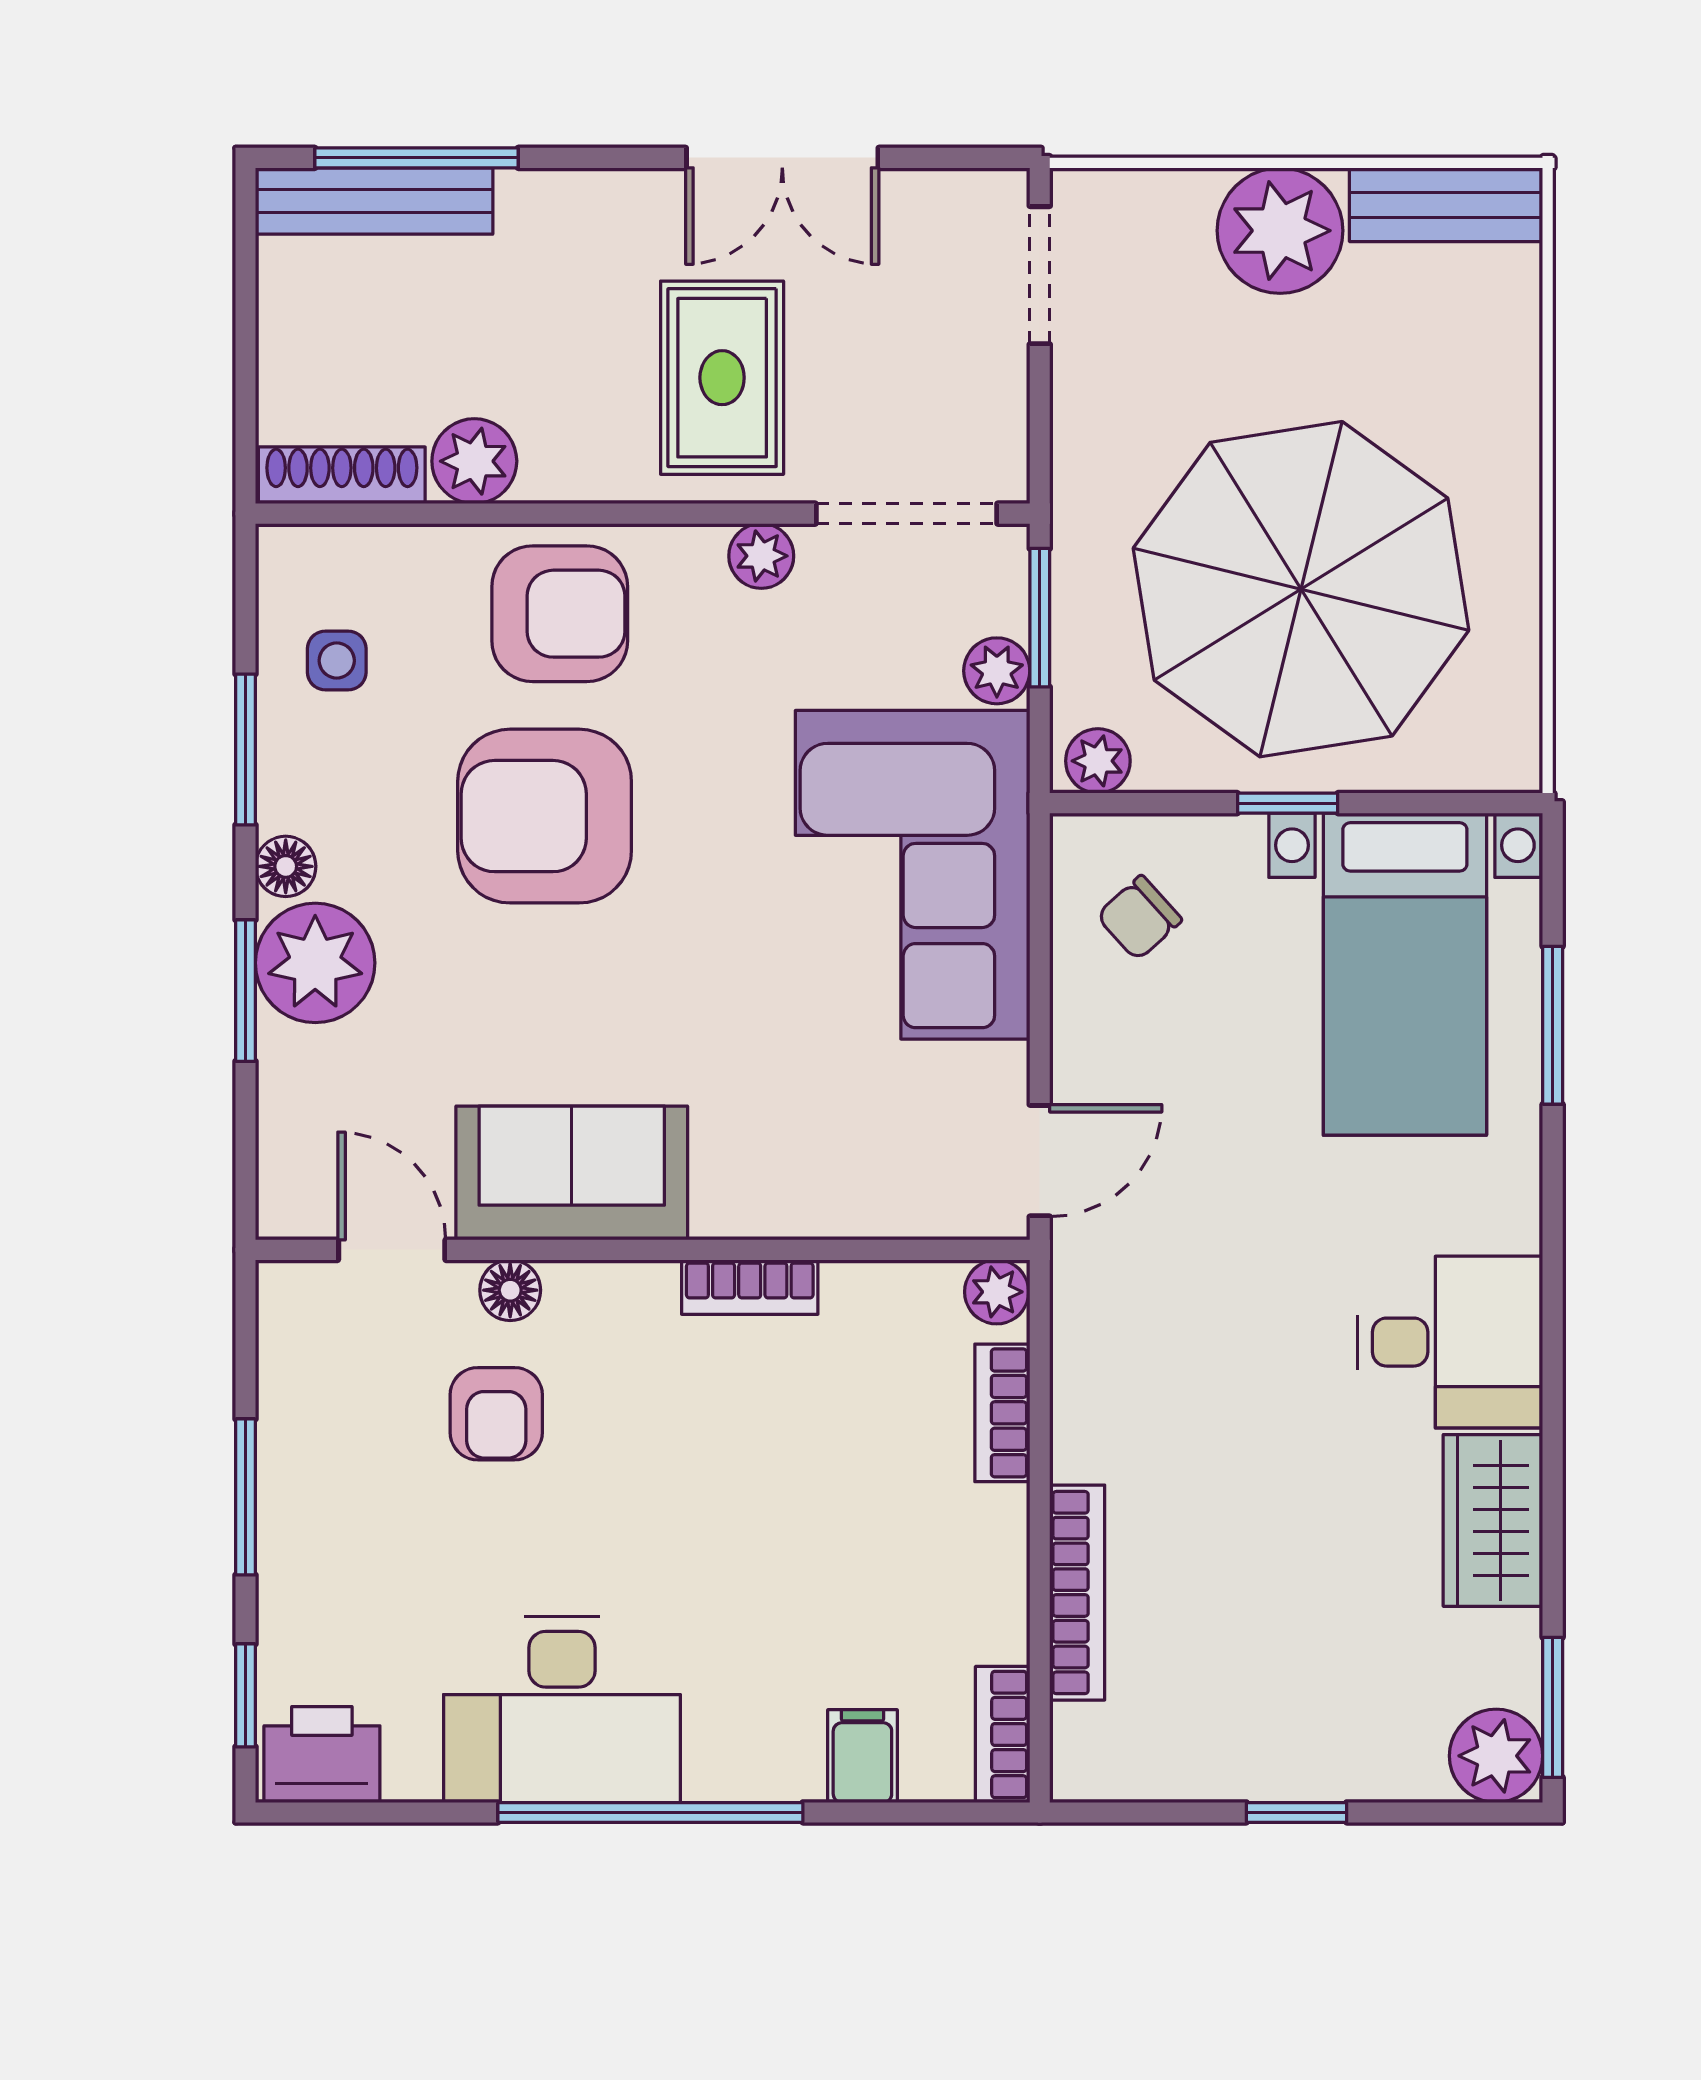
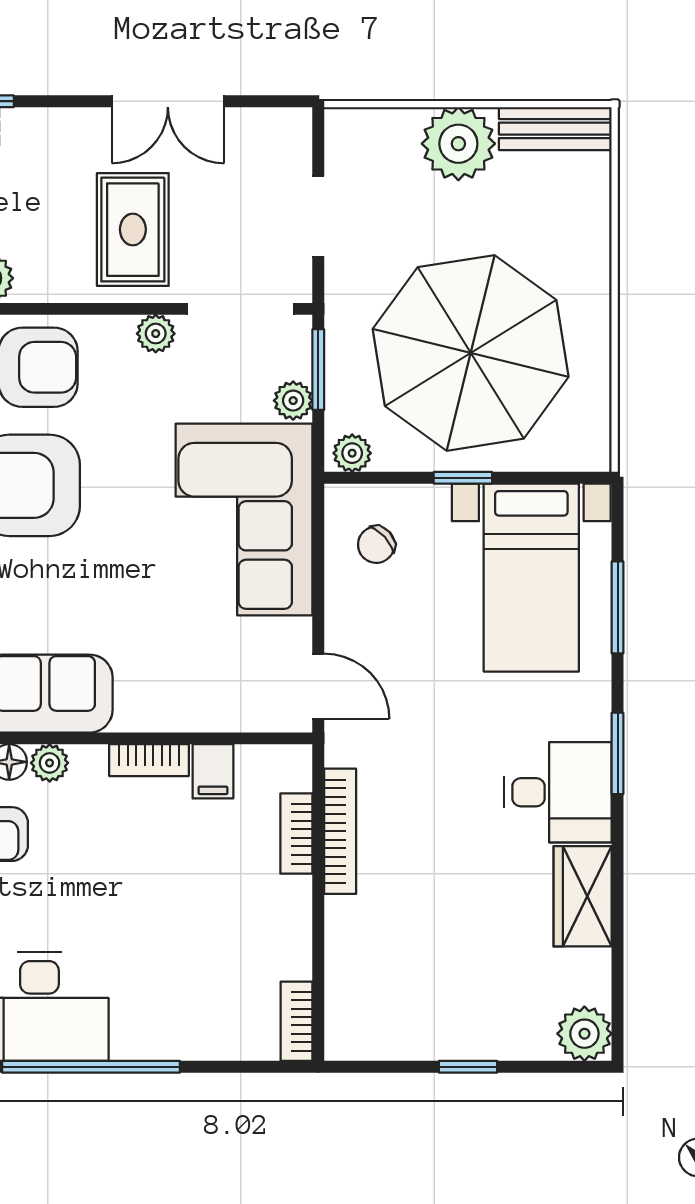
doorway: (1040, 275) -> (318, 216), moved
door: (1040, 1161) -> (318, 686), hinge flipped
plant: (997, 1292) -> (50, 763), moved
bookcase: (1077, 1593) -> (340, 831), moved
window: (1553, 1707) -> (618, 753), moved
filing cabinet: (862, 1756) -> (213, 771), moved, turned 180

